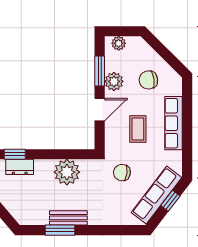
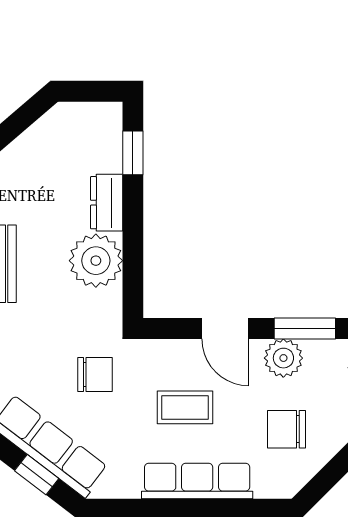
chair: (148, 80) -> (286, 429), turned -82
dresser: (20, 167) -> (107, 203), moved
chair: (122, 173) -> (95, 374), turned 83

